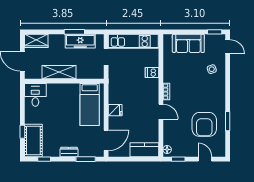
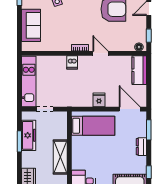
dishwasher: (152, 72) -> (72, 62), moved
door: (161, 112) -> (100, 53), hinge flipped

